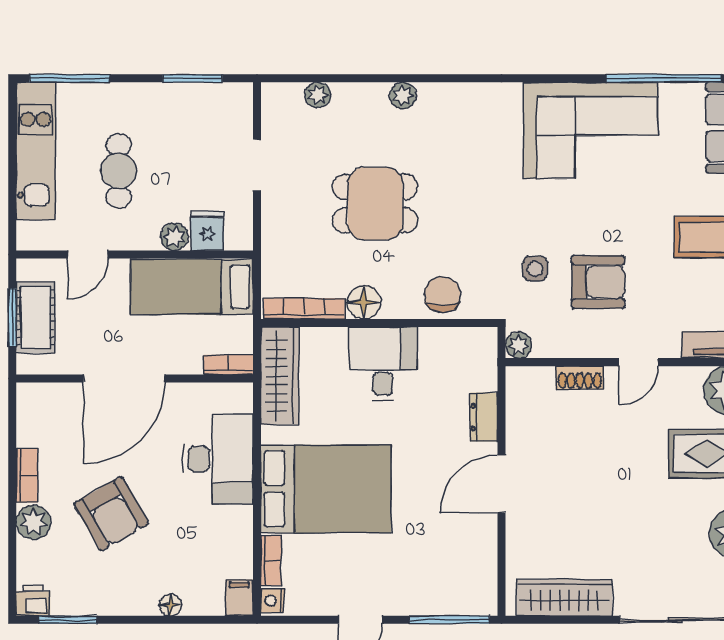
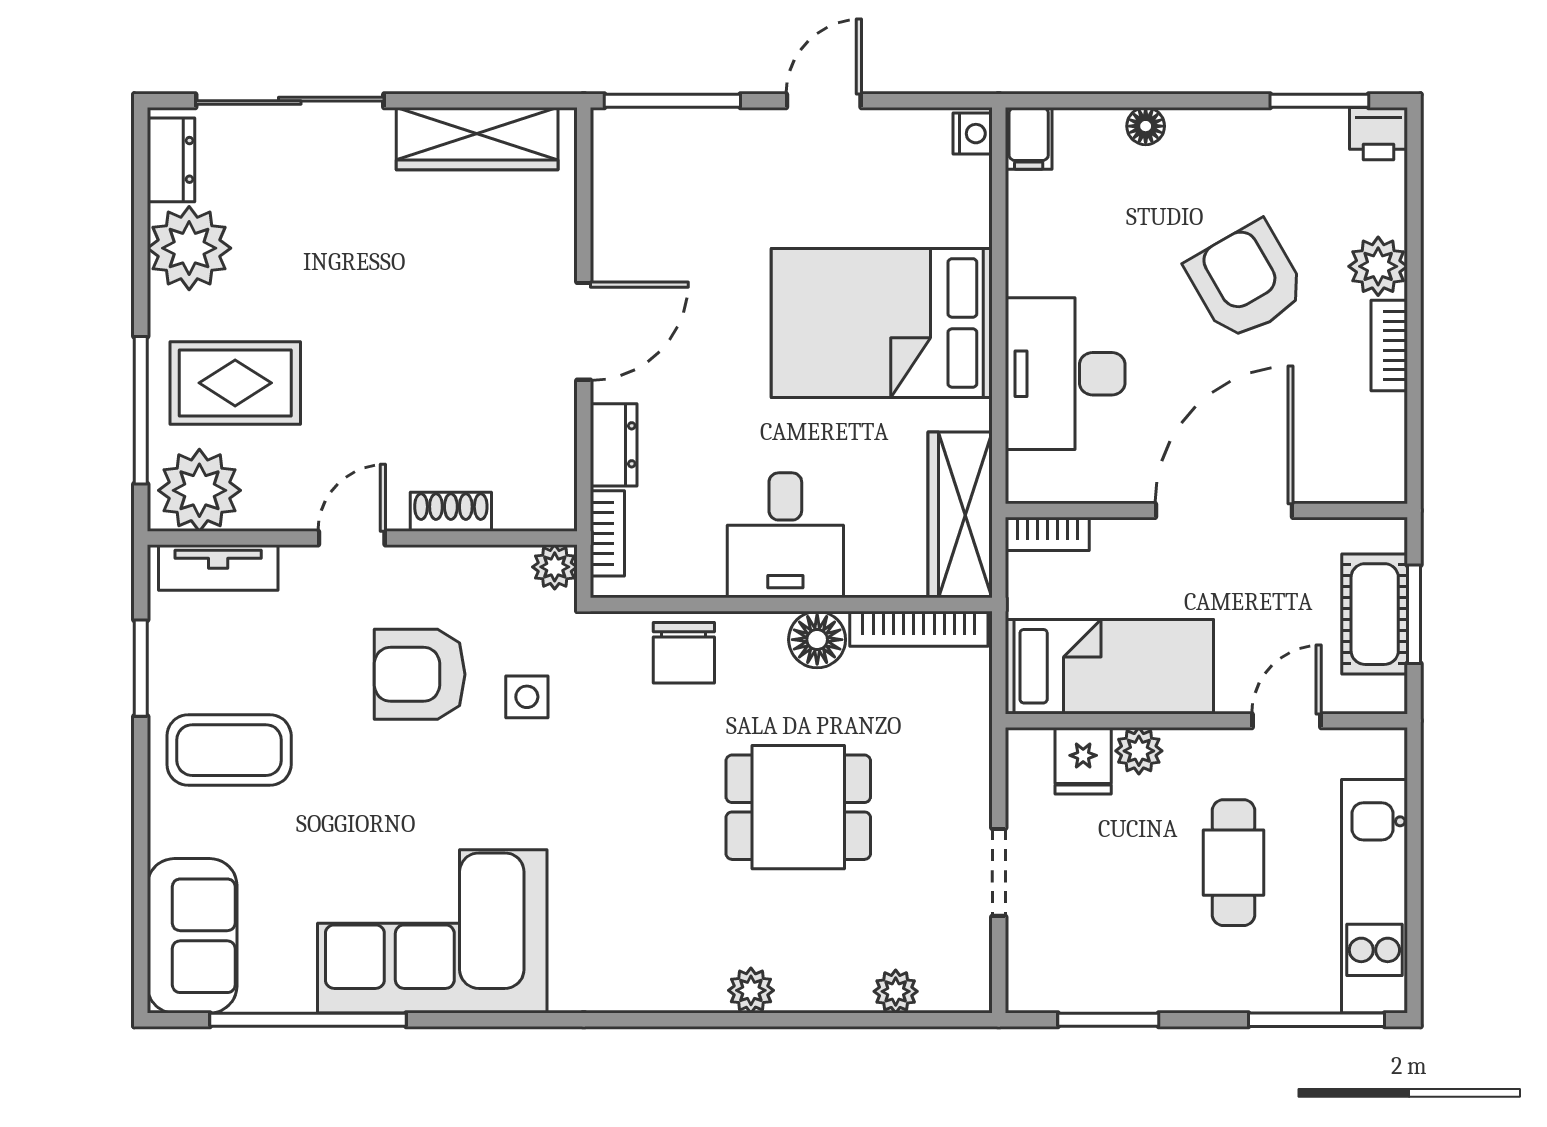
bookcase: (271, 561) -> (607, 533), moved, turned 180

